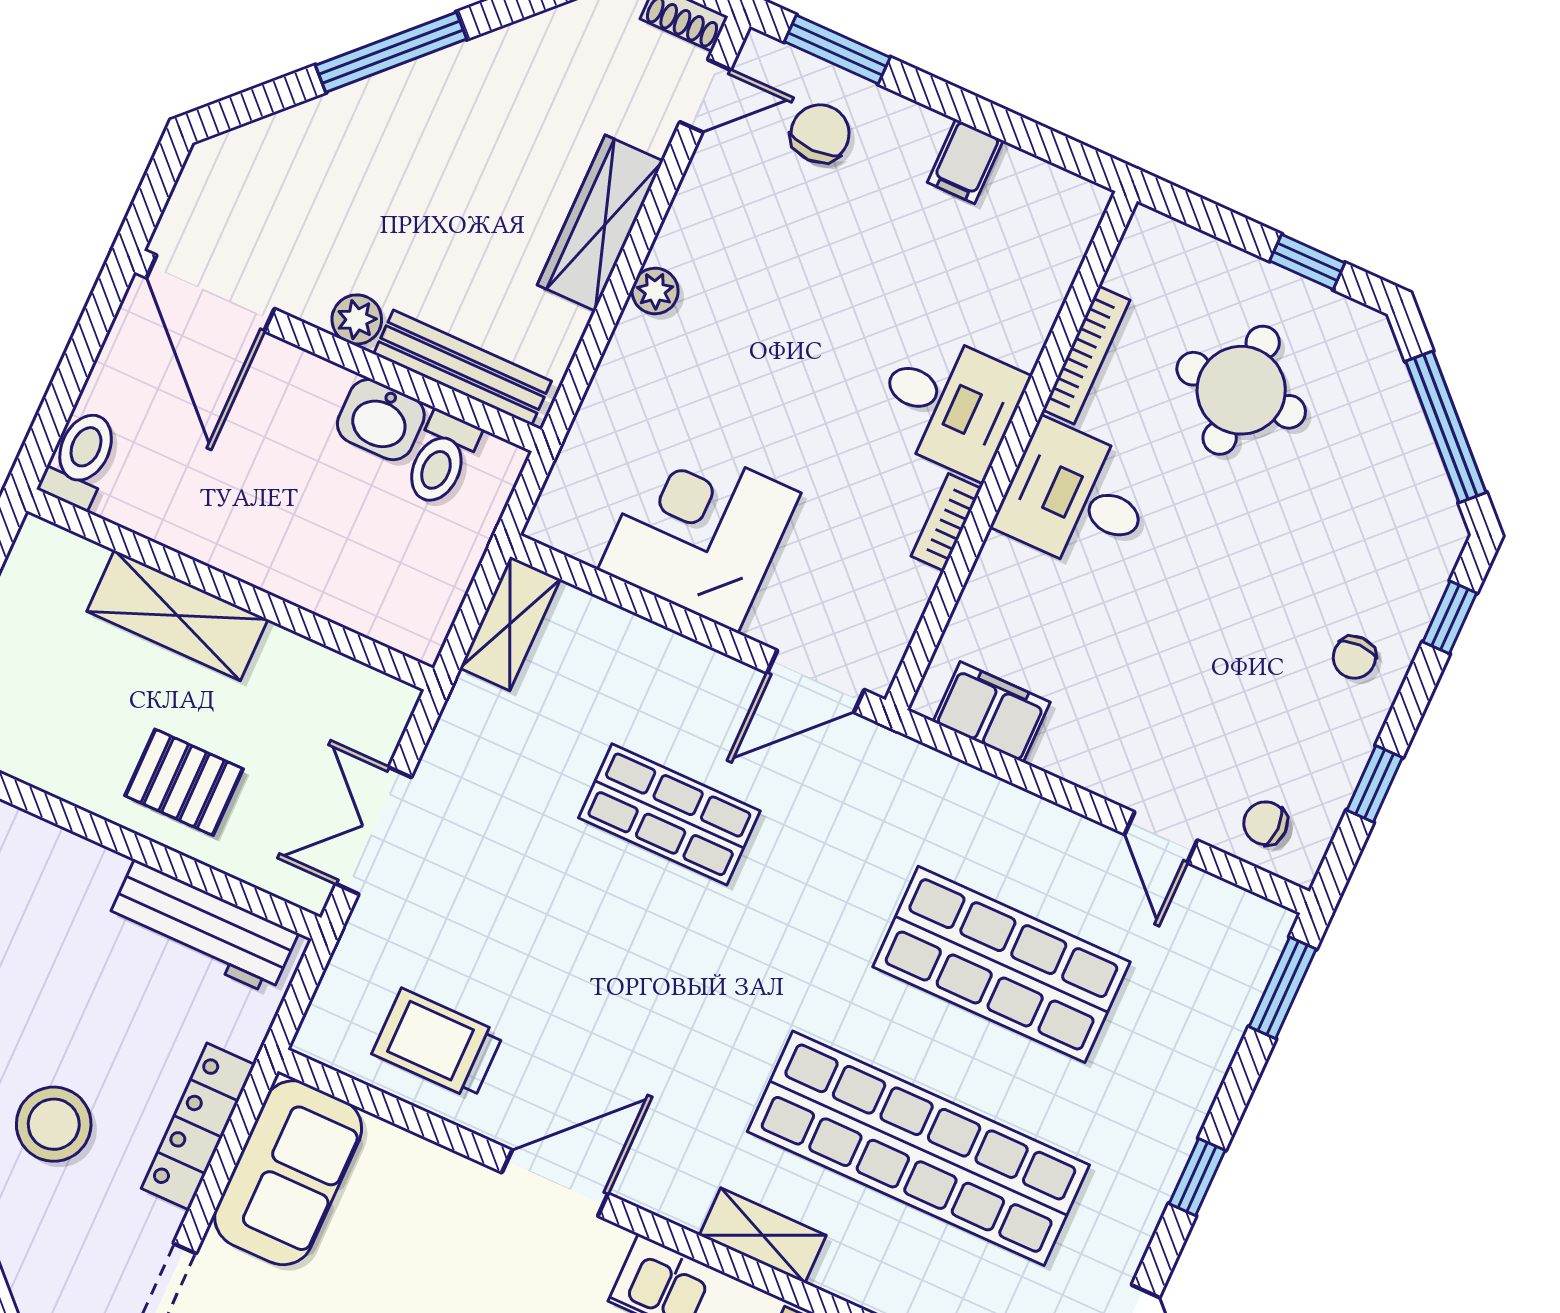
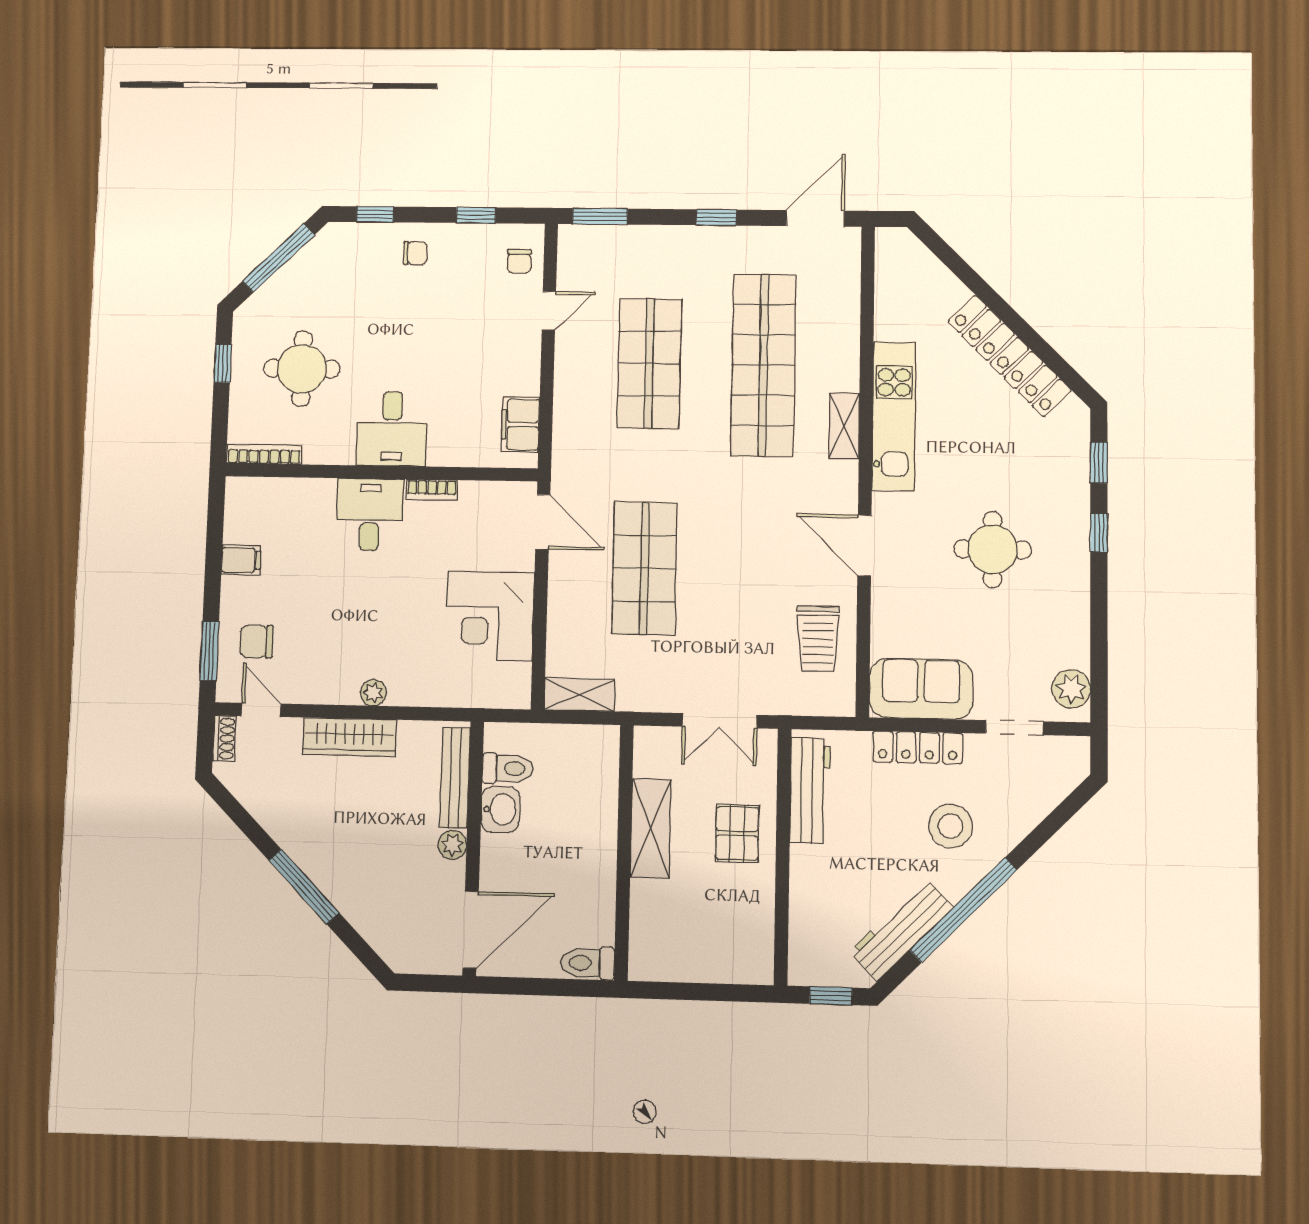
bookcase: (1086, 355) -> (264, 454), moved
shelving: (177, 615) -> (651, 828), moved
shop shelf: (669, 814) -> (644, 568), width x1.43, depth x1.36

